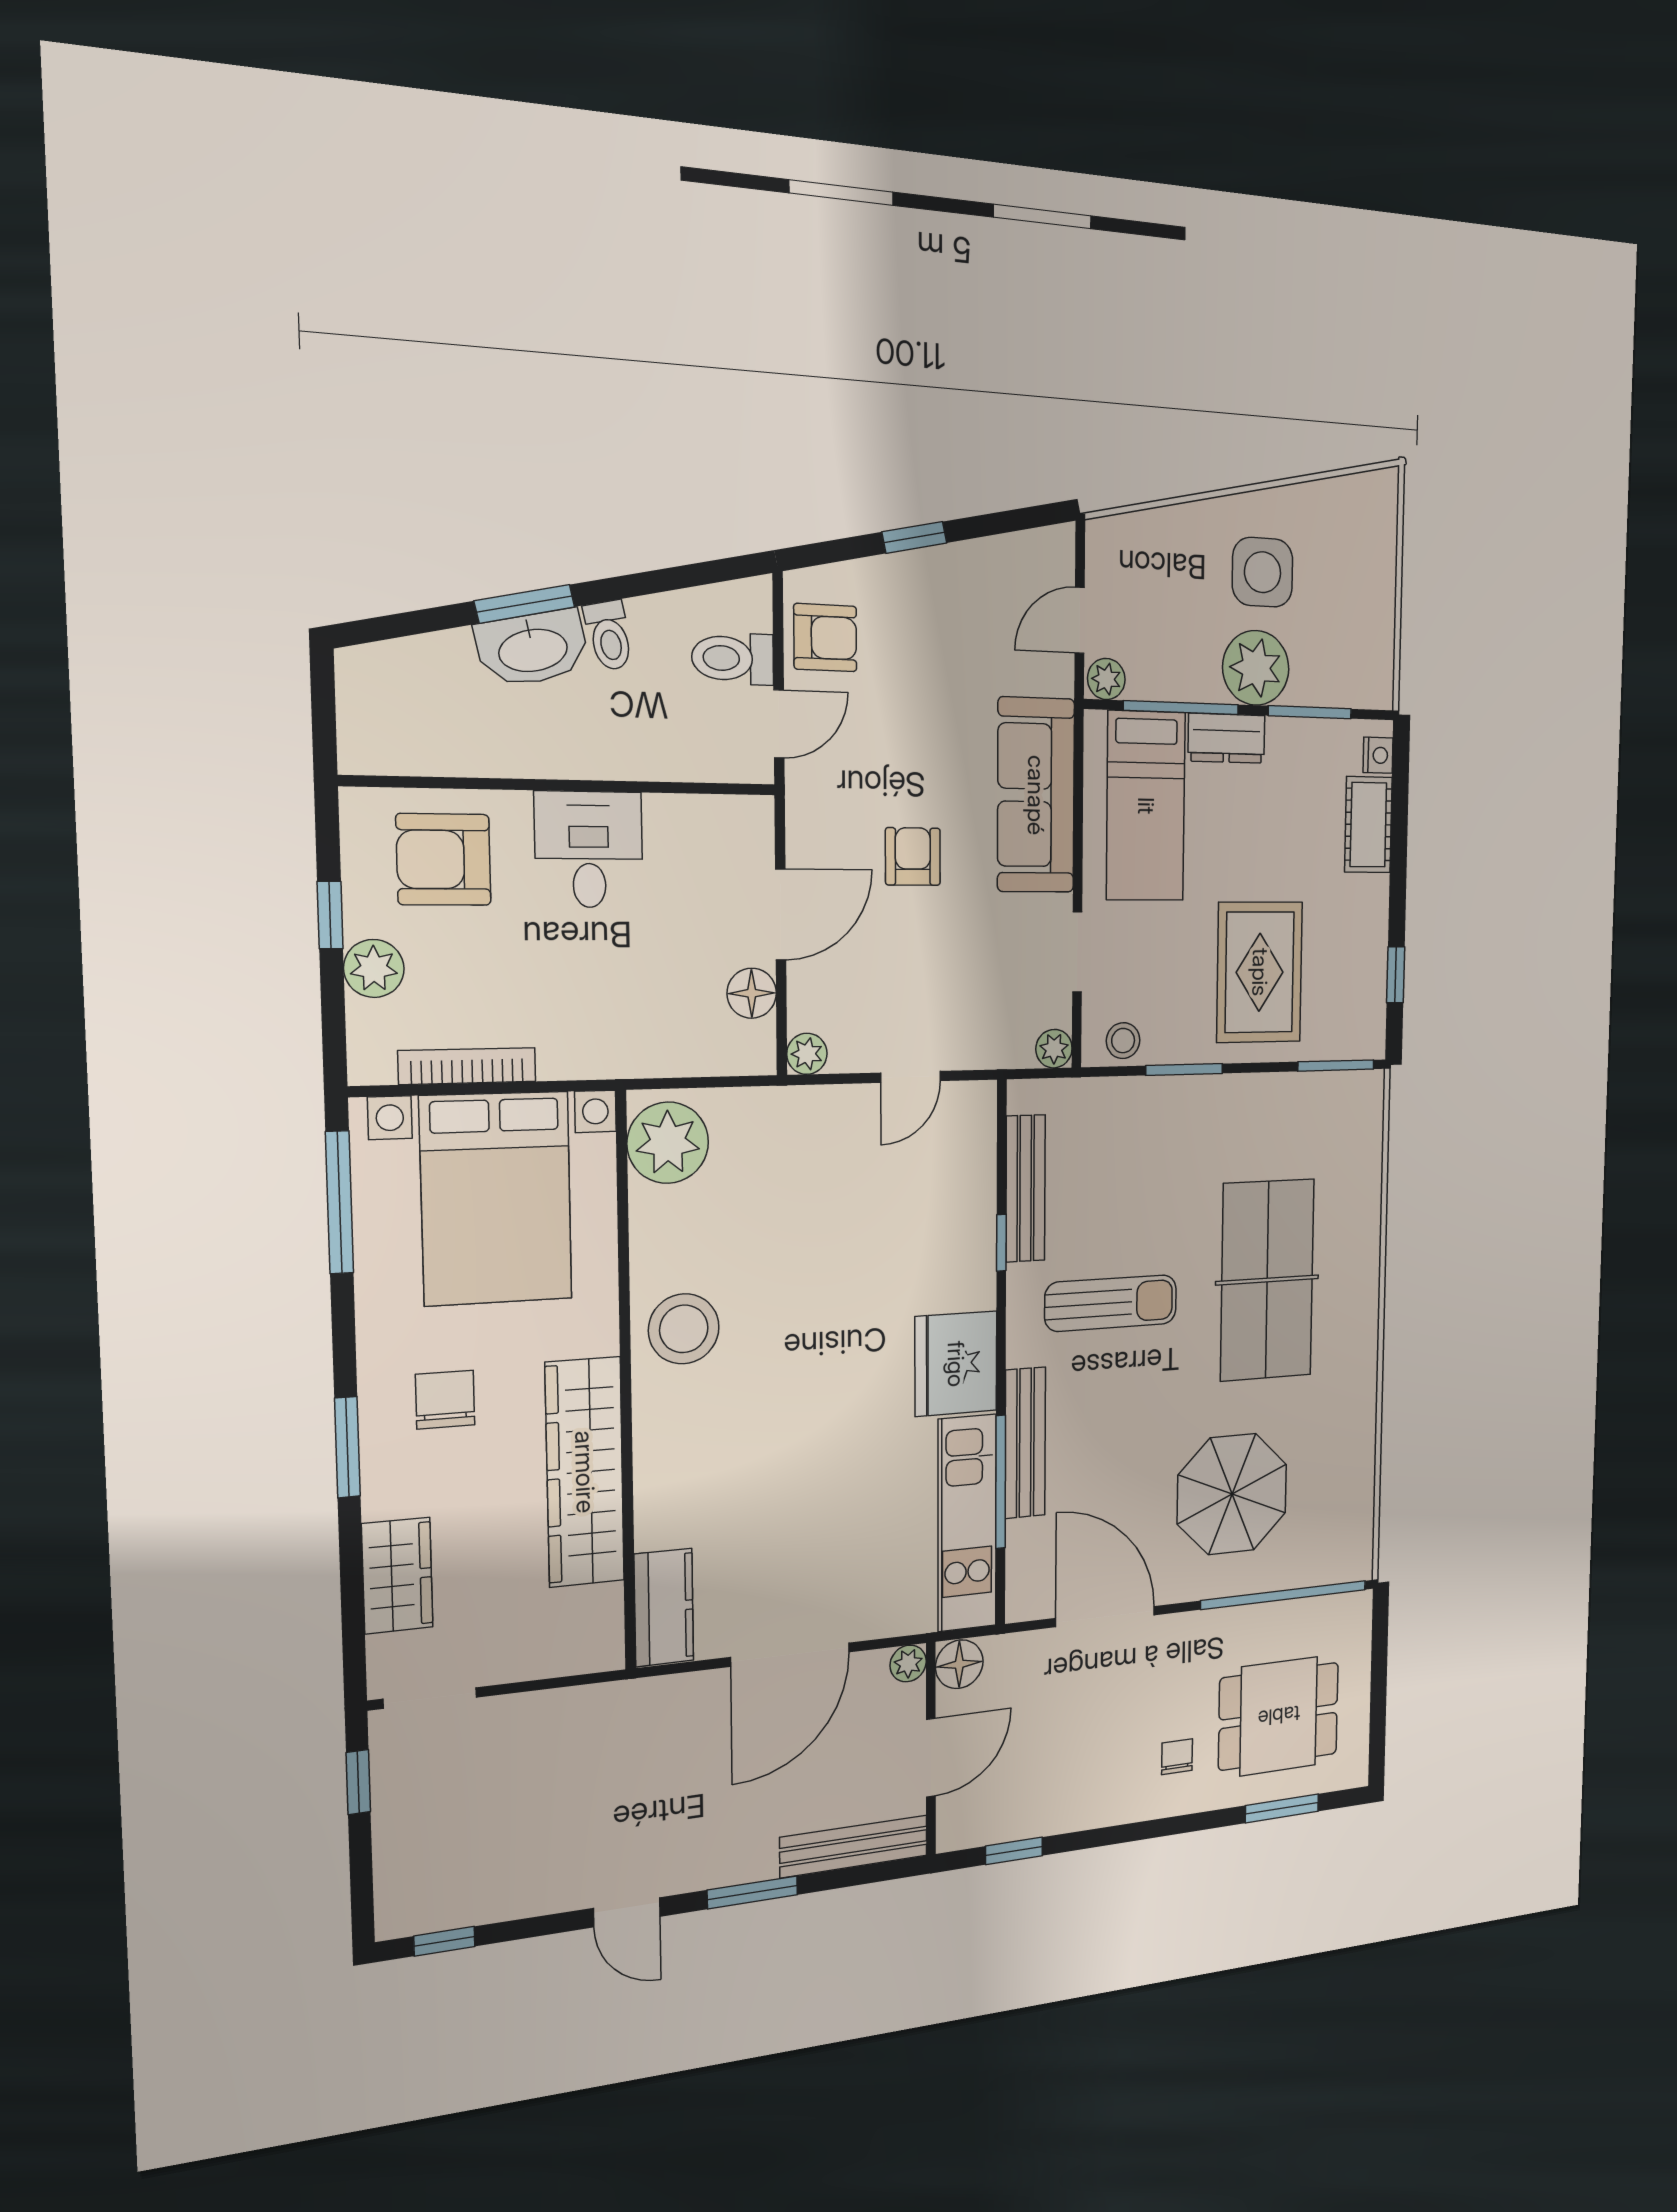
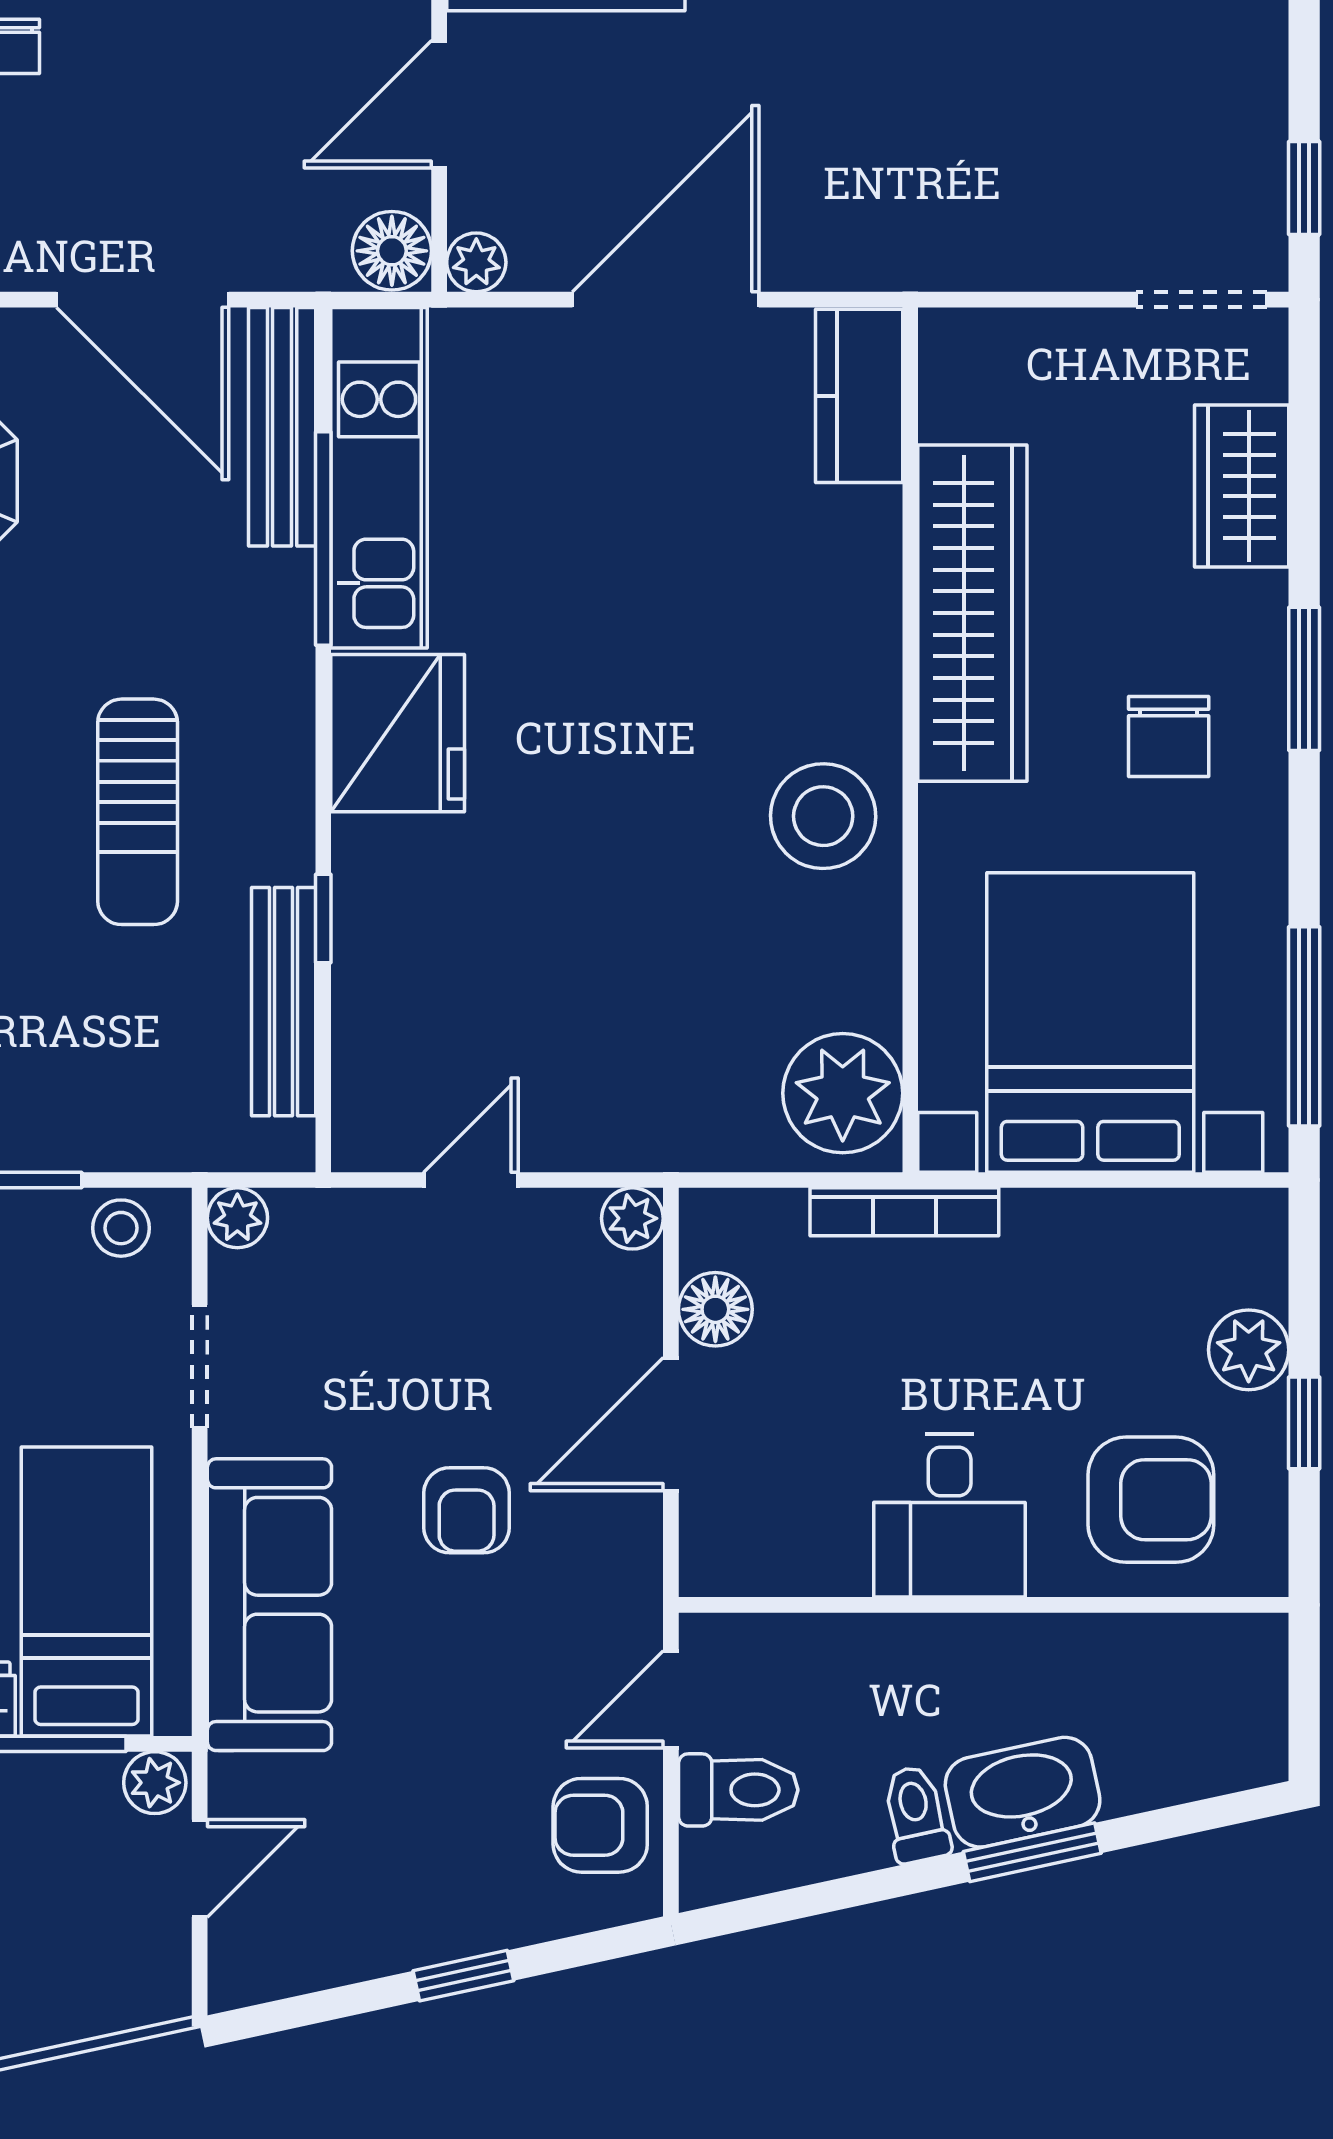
bookcase: (467, 1066) -> (904, 1212), moved
sun lounger: (1111, 1303) -> (138, 812), turned -90
bench: (1025, 1443) -> (282, 427), moved

